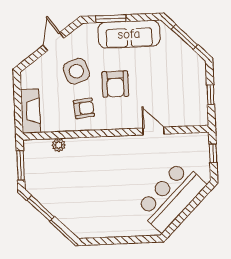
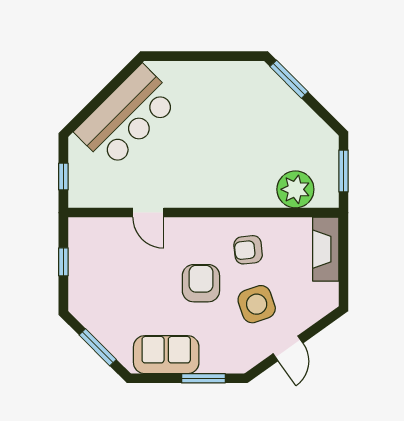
sofa: (129, 34) -> (166, 355), width x0.73
plant: (59, 145) -> (295, 189), width x1.88, depth x1.88
window: (41, 208) -> (289, 79), moved

